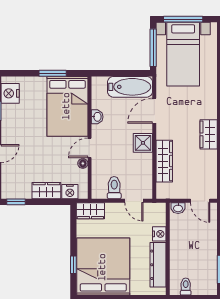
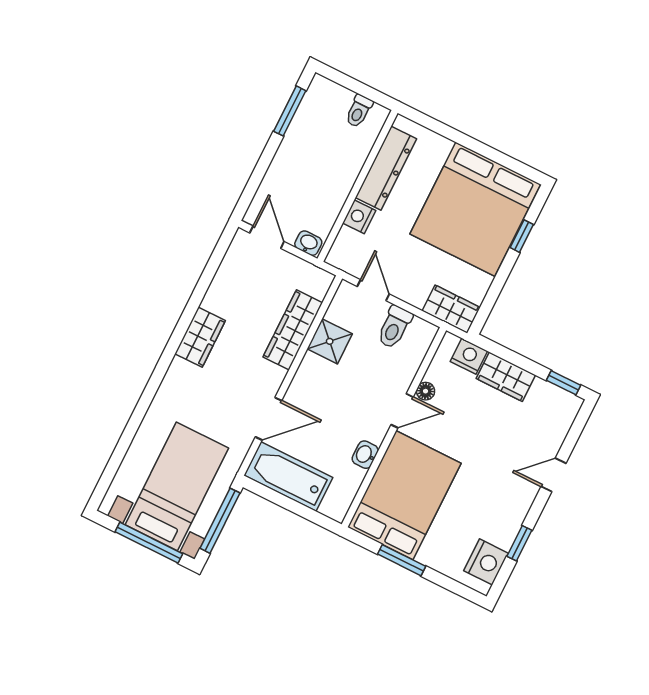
shower: (143, 143) -> (330, 341), moved

